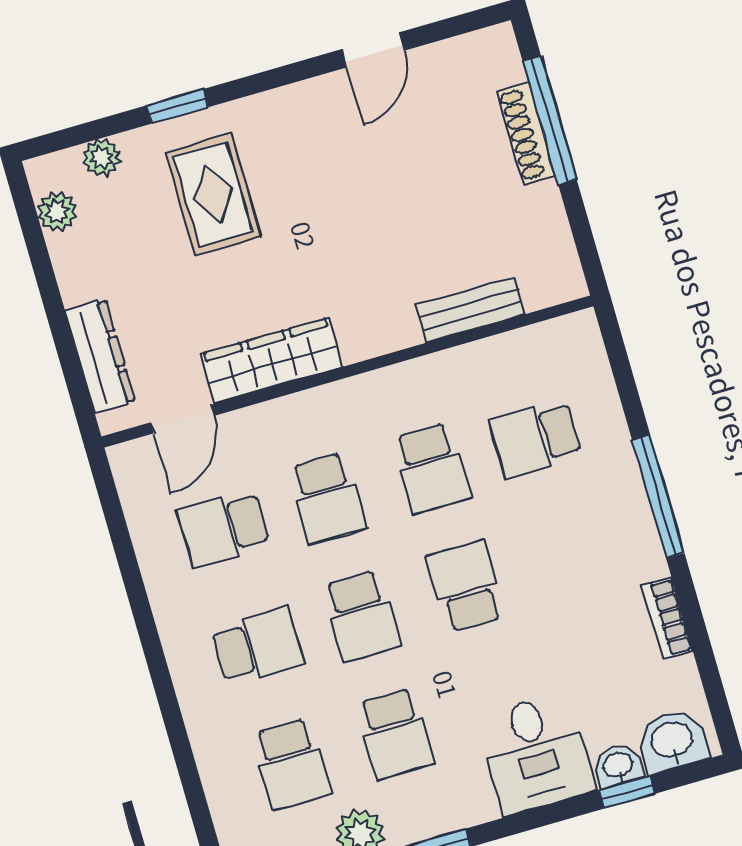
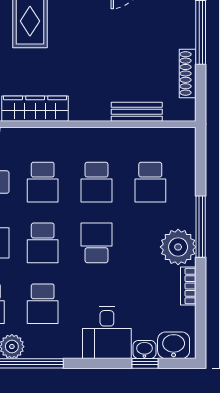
shoe rack: (526, 134) -> (188, 73), moved
school desk: (536, 438) -> (150, 182), turned -90
plant: (626, 548) -> (178, 247), added

